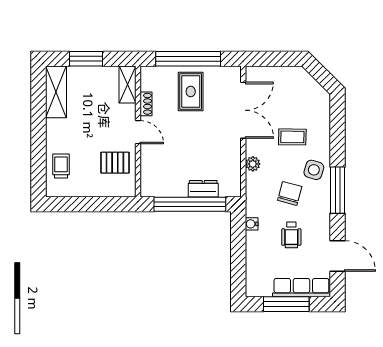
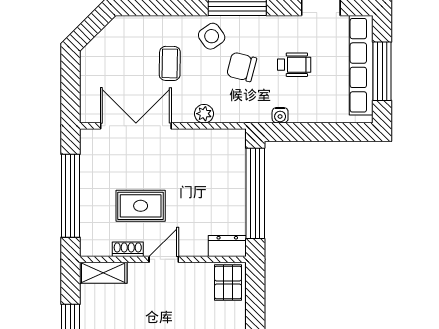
rug: (191, 92) -> (141, 206), moved
pallet: (115, 163) -> (228, 282), moved
side table: (314, 170) -> (212, 36), turned 38
dresser: (203, 189) -> (227, 246), moved, turned 90
row of seats: (301, 288) -> (361, 65), width x1.36

